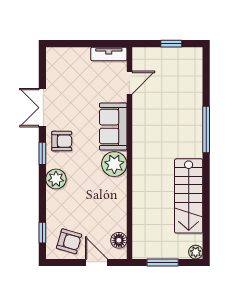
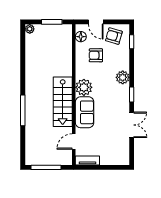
window: (171, 44) -> (46, 167), width x2.17
armchair: (62, 141) -> (96, 55), moved
stairs: (189, 196) -> (63, 102), moved, turned 180

